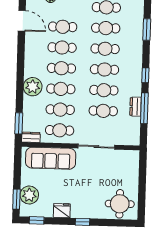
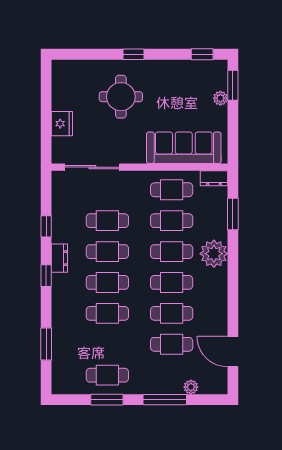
cafe table: (106, 28) -> (107, 344), removed
dresser: (136, 107) -> (59, 258), moved
window: (144, 108) -> (46, 226), width x0.46
window: (19, 123) -> (233, 214), moved
sliding door: (96, 147) -> (92, 167), moved
plant: (29, 195) -> (220, 98), width x0.53, depth x0.53
round table: (120, 204) -> (121, 97), moved
fridge: (62, 211) -> (62, 124), moved, turned -90

